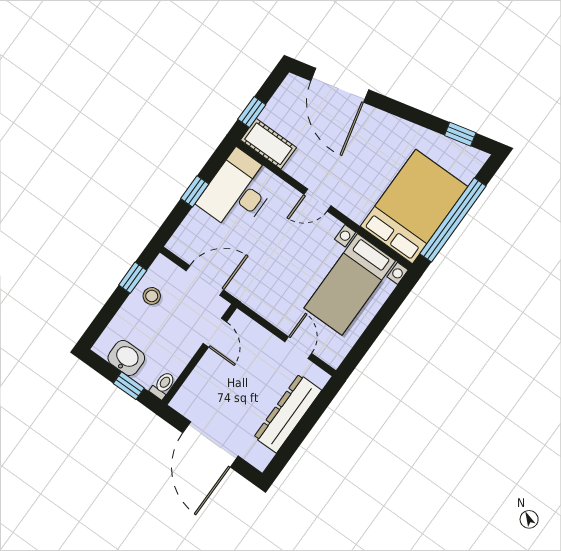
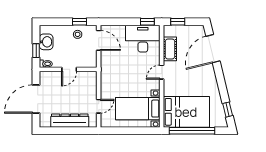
cot: (268, 144) -> (170, 49), moved
window: (195, 191) -> (147, 22), moved
door: (317, 200) -> (162, 72), hinge flipped
door: (205, 280) -> (99, 40), moved
door: (215, 333) -> (69, 69), moved

